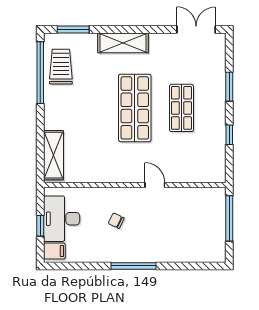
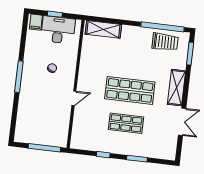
double door: (196, 30) -> (182, 122), moved

